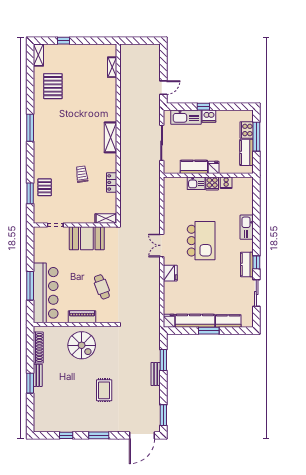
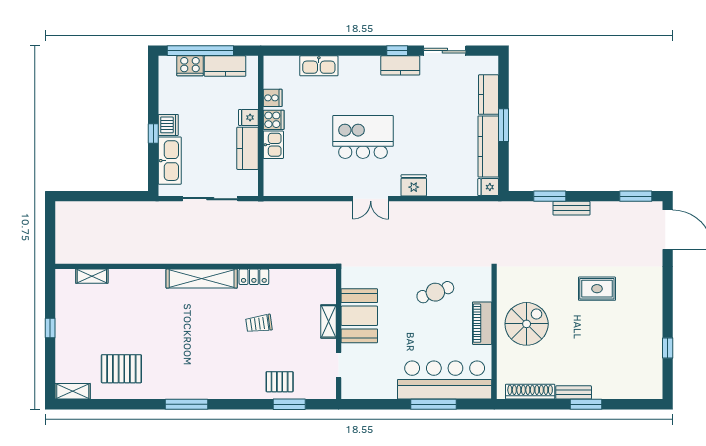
window: (64, 41) -> (50, 328), moved
door: (163, 88) -> (124, 196), removed
shelving: (111, 137) -> (202, 279), width x1.47
window: (256, 137) -> (200, 51), width x1.46
locker: (112, 182) -> (254, 277), moved
shelving: (106, 219) -> (328, 321), moved
kitchen sink: (247, 227) -> (319, 66), moved
window: (99, 435) -> (668, 297), removed

